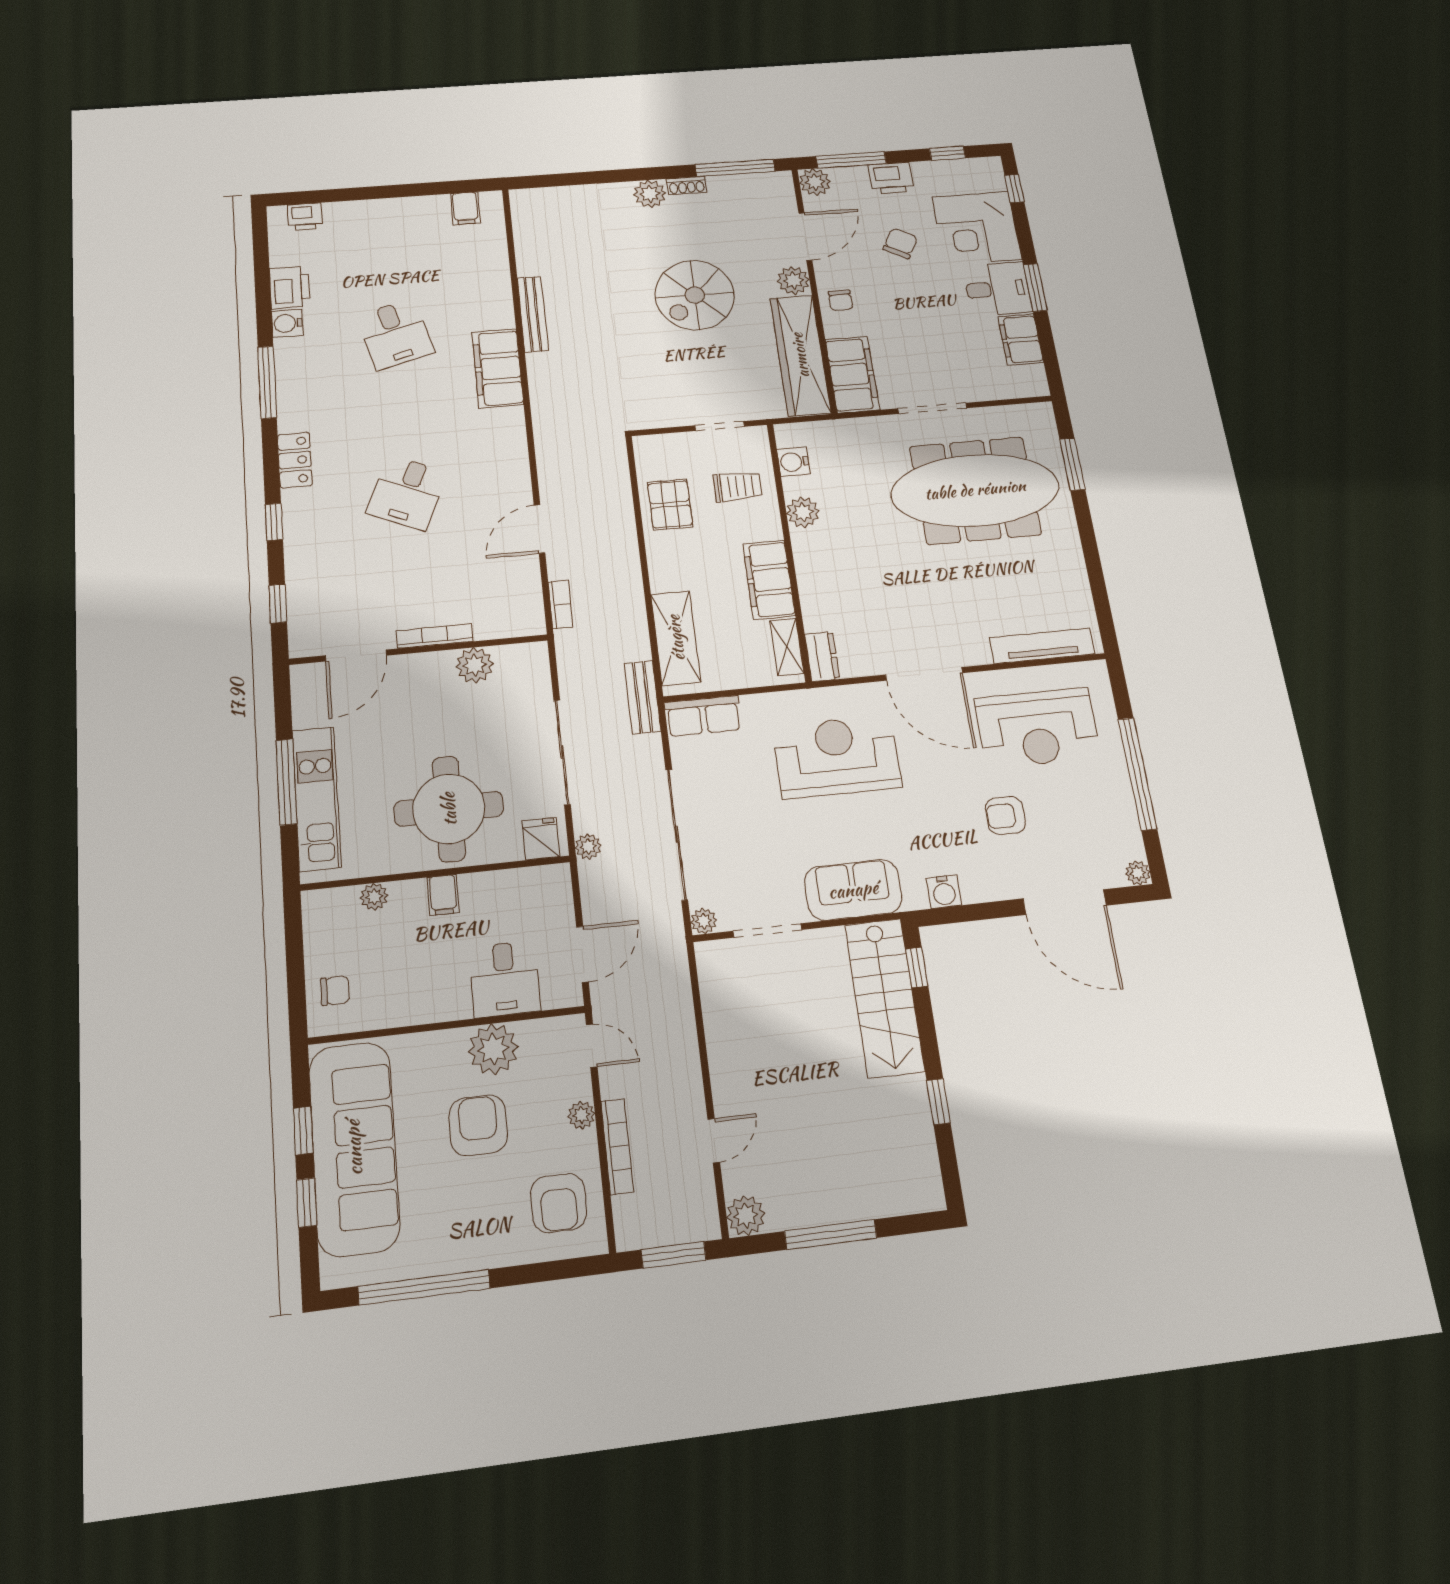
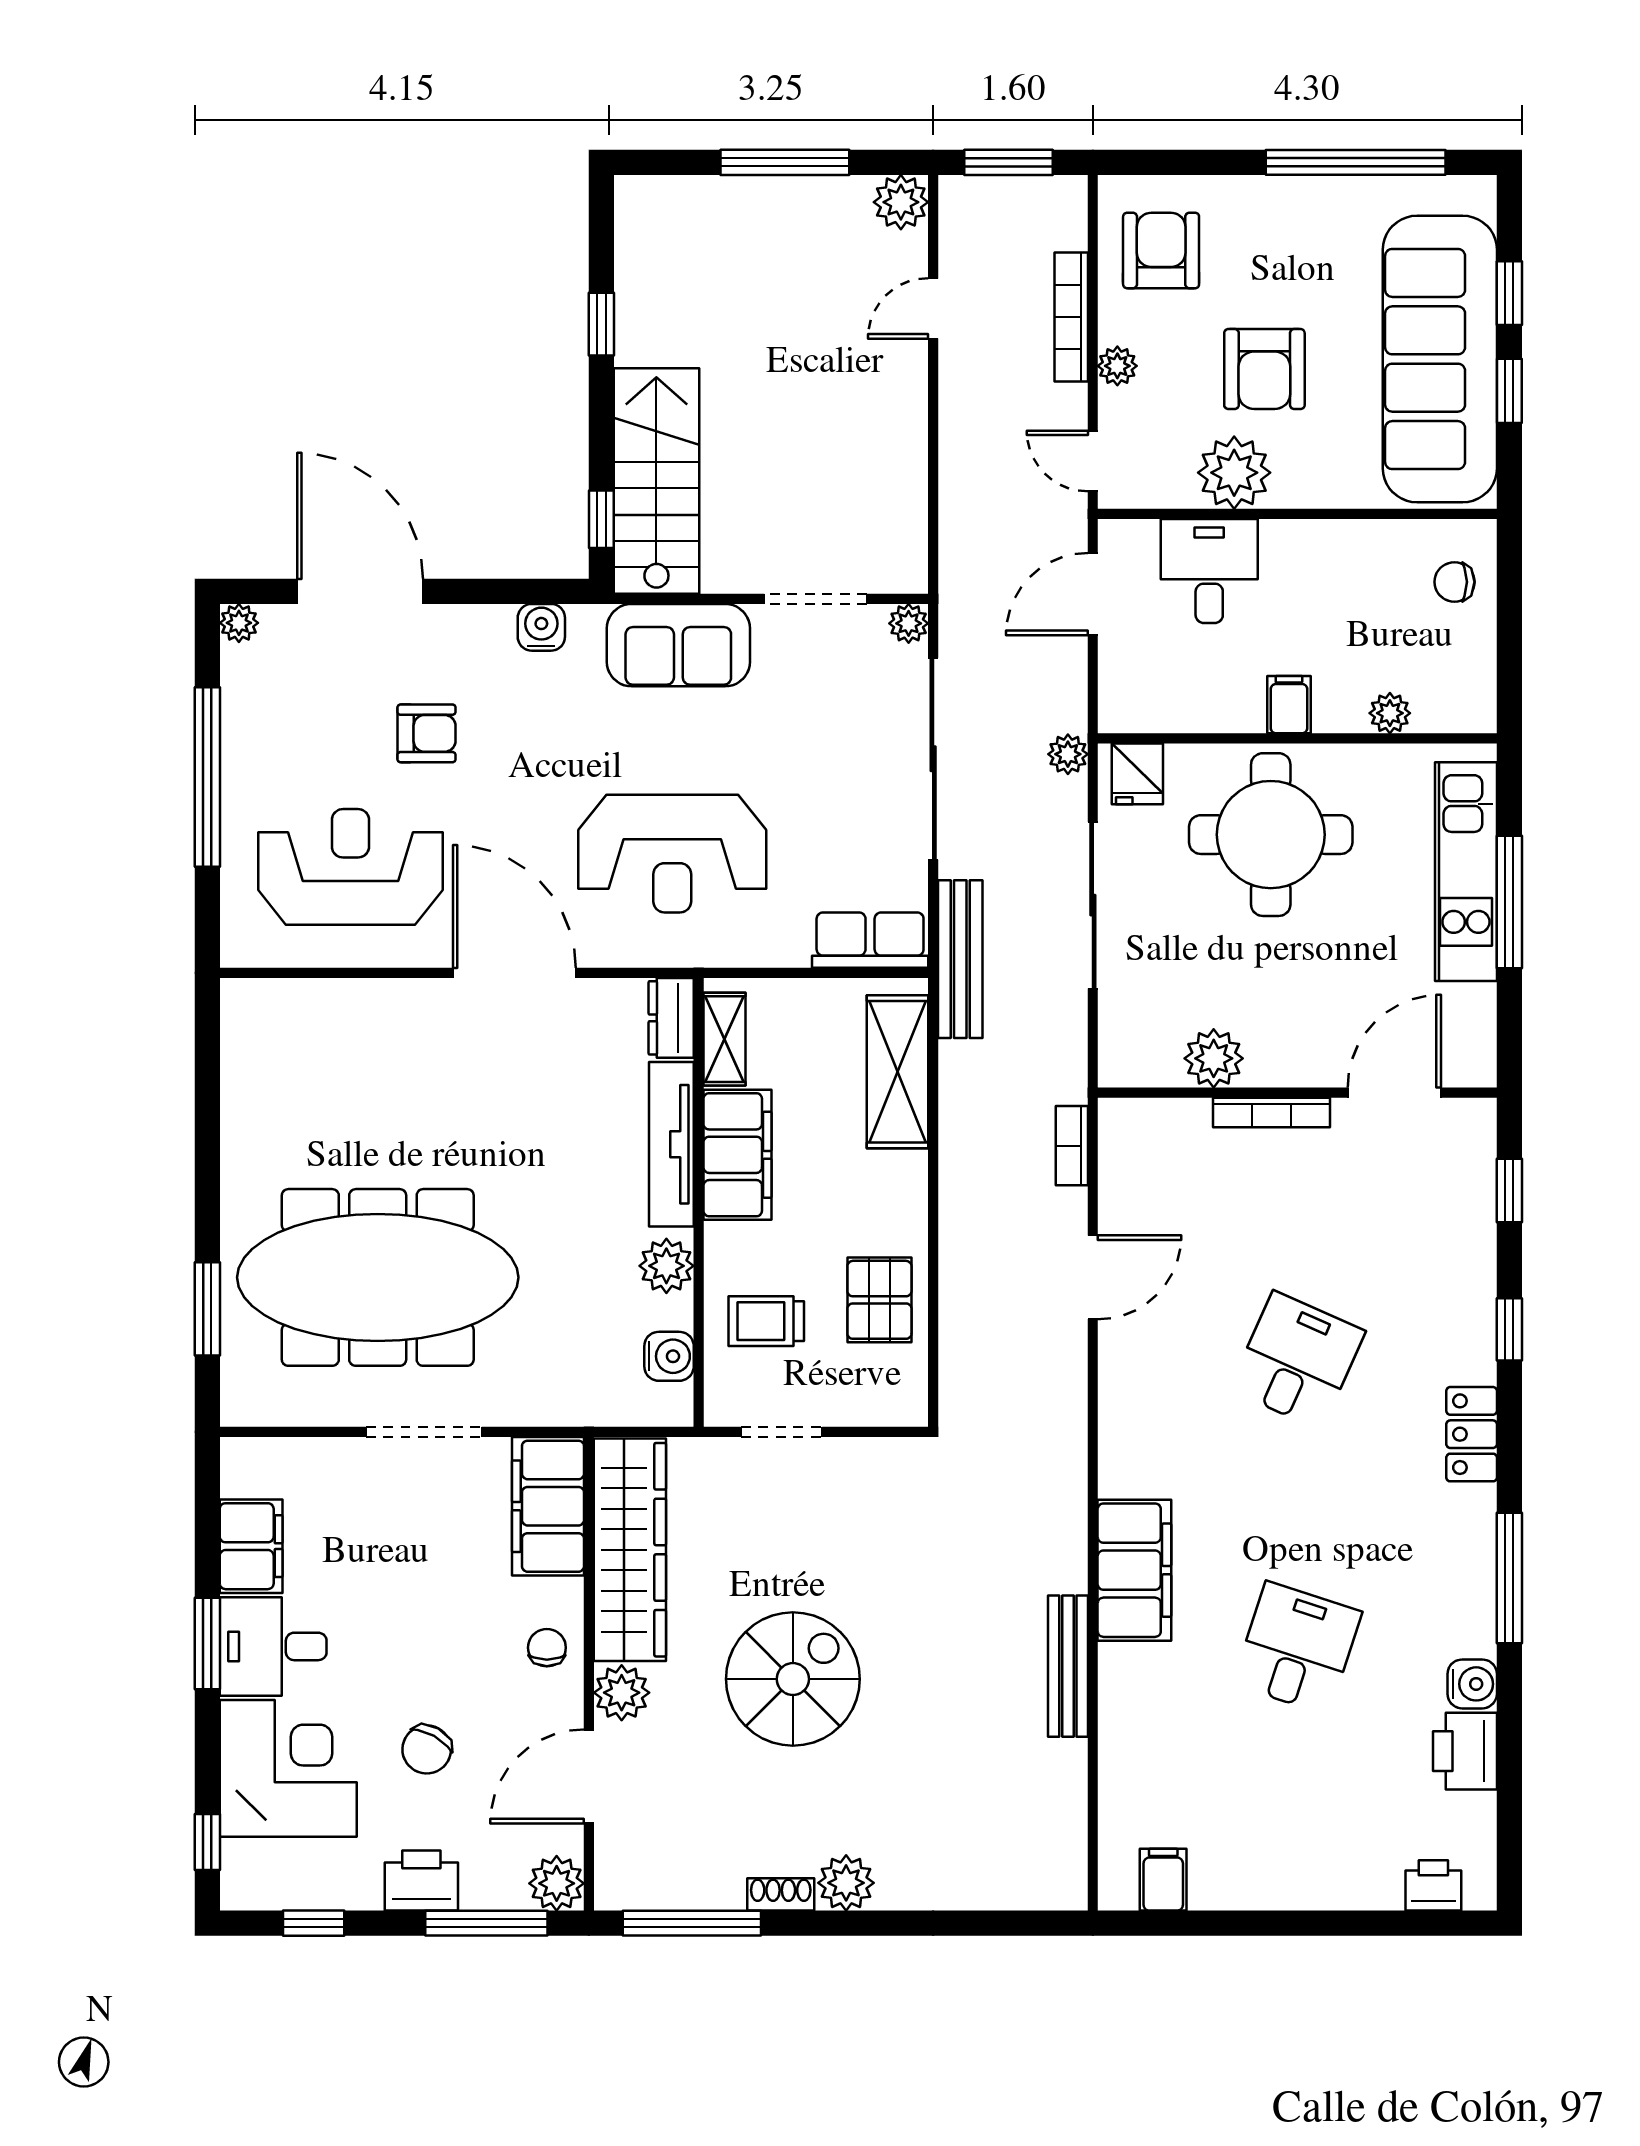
desk: (395, 334) -> (1297, 1648), turned 33
tv unit: (1042, 646) -> (671, 1144), moved, turned 90
bench: (643, 697) -> (960, 959), width x1.36

